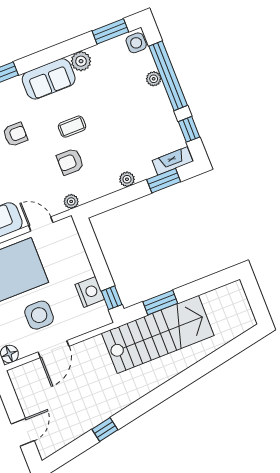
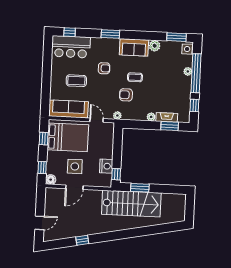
fireplace: (173, 161) -> (167, 117), moved

